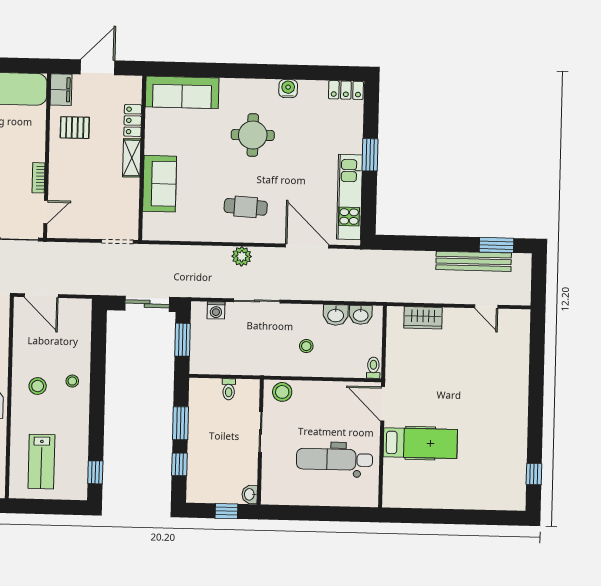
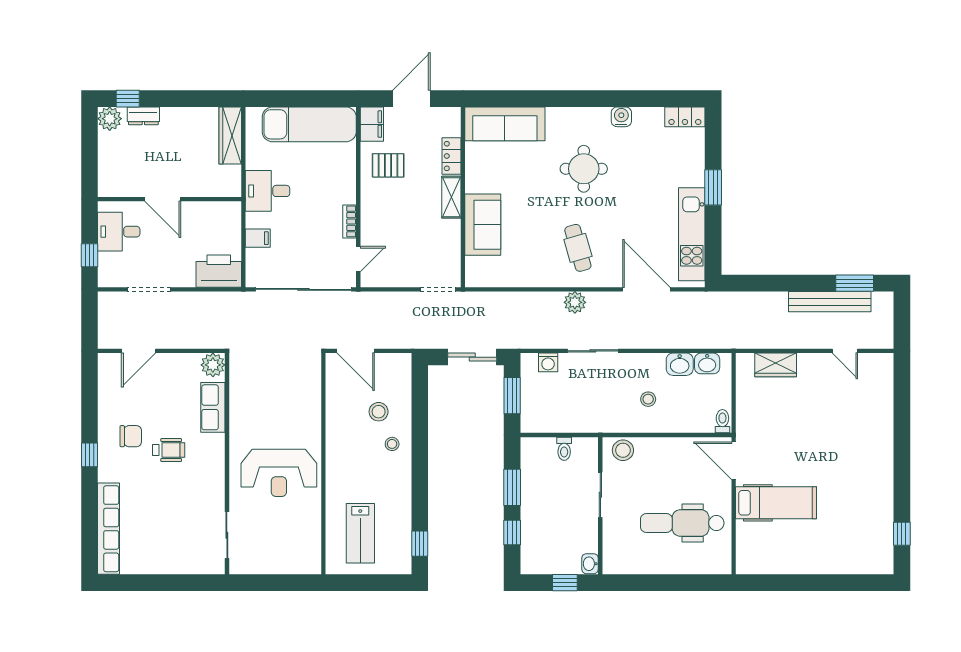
cafe table: (246, 207) -> (578, 248), turned 71
stool: (38, 386) -> (379, 412), moved

